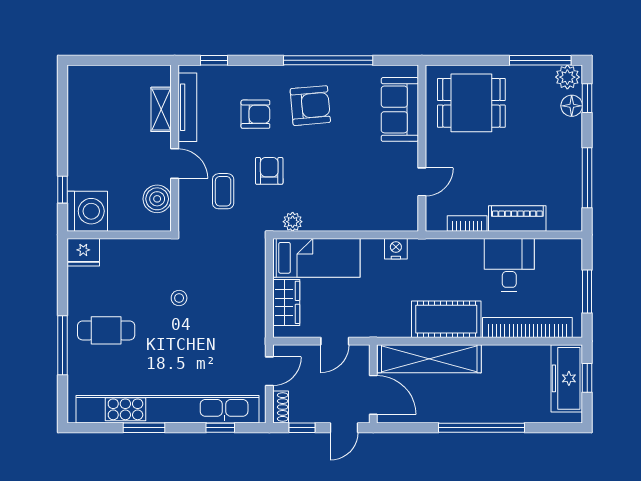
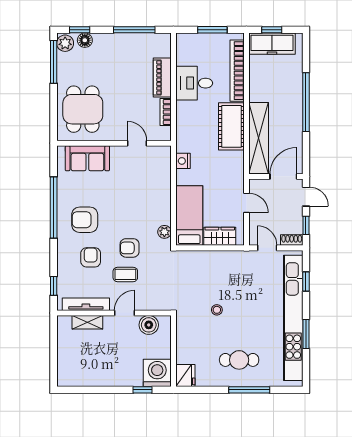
armchair: (310, 106) -> (85, 220), turned -85
coffee table: (223, 191) -> (125, 274), moved
cafe table: (106, 330) -> (239, 360), turned 90

